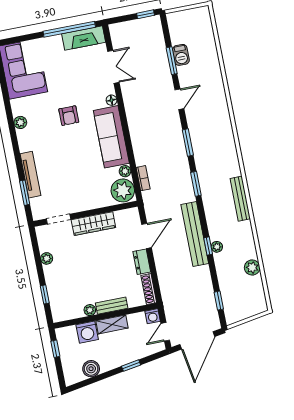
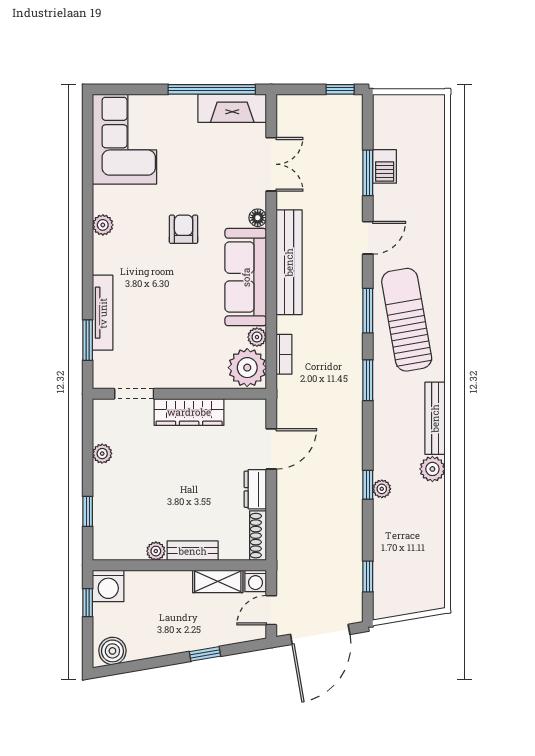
armchair: (69, 116) -> (184, 229), turned 180
sun lounger: (212, 143) -> (407, 320), added
bench: (195, 234) -> (289, 262), moved
plant: (252, 267) -> (432, 469), moved
shelving: (112, 324) -> (218, 581), moved
washing machine: (87, 332) -> (108, 586), moved
boiler: (91, 369) -> (112, 651), moved

